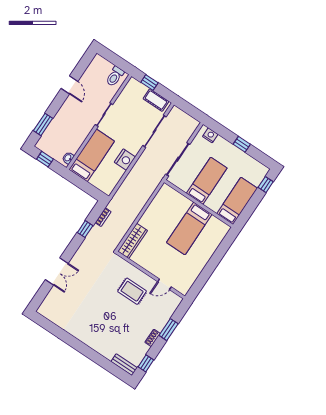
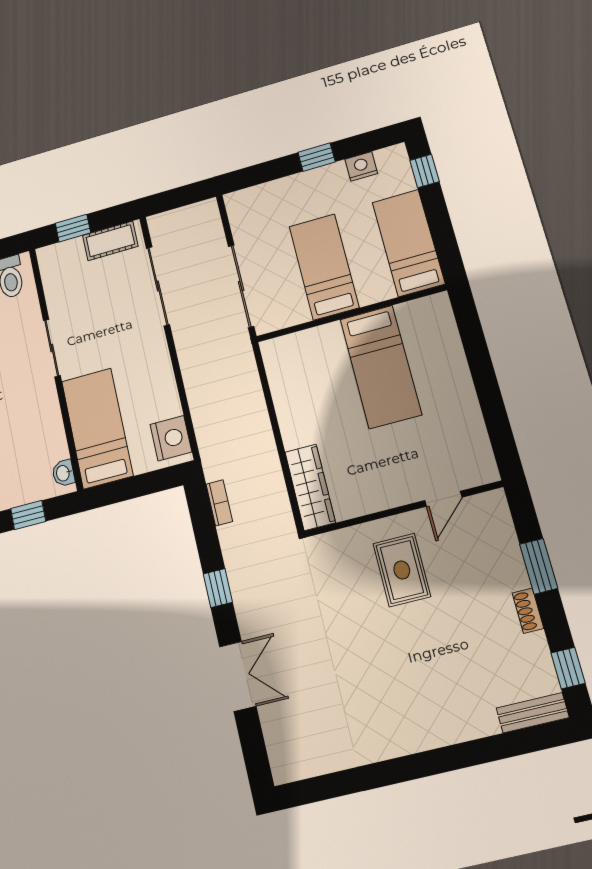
nightstand: (210, 135) -> (361, 166), moved
nightstand: (125, 160) -> (171, 438), moved
window: (85, 229) -> (218, 588), moved
rug: (132, 291) -> (402, 570), turned 90

